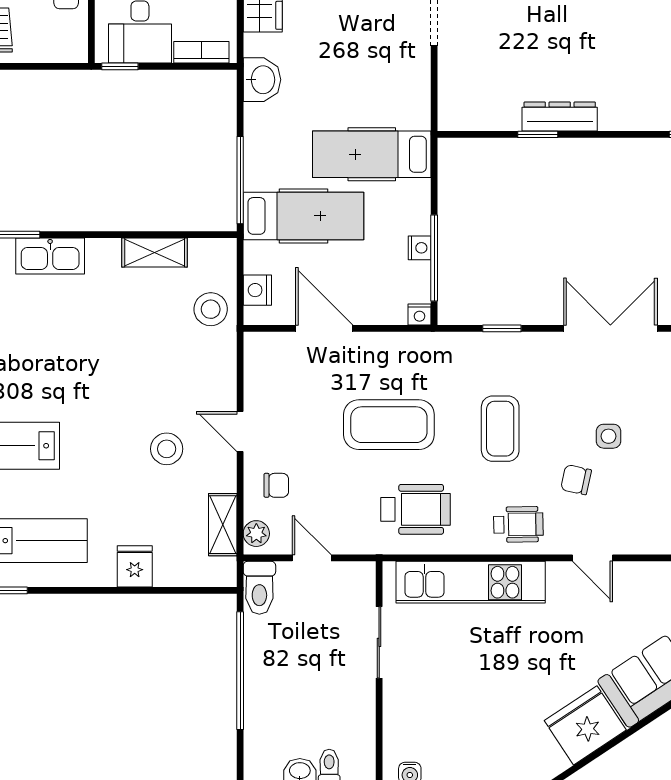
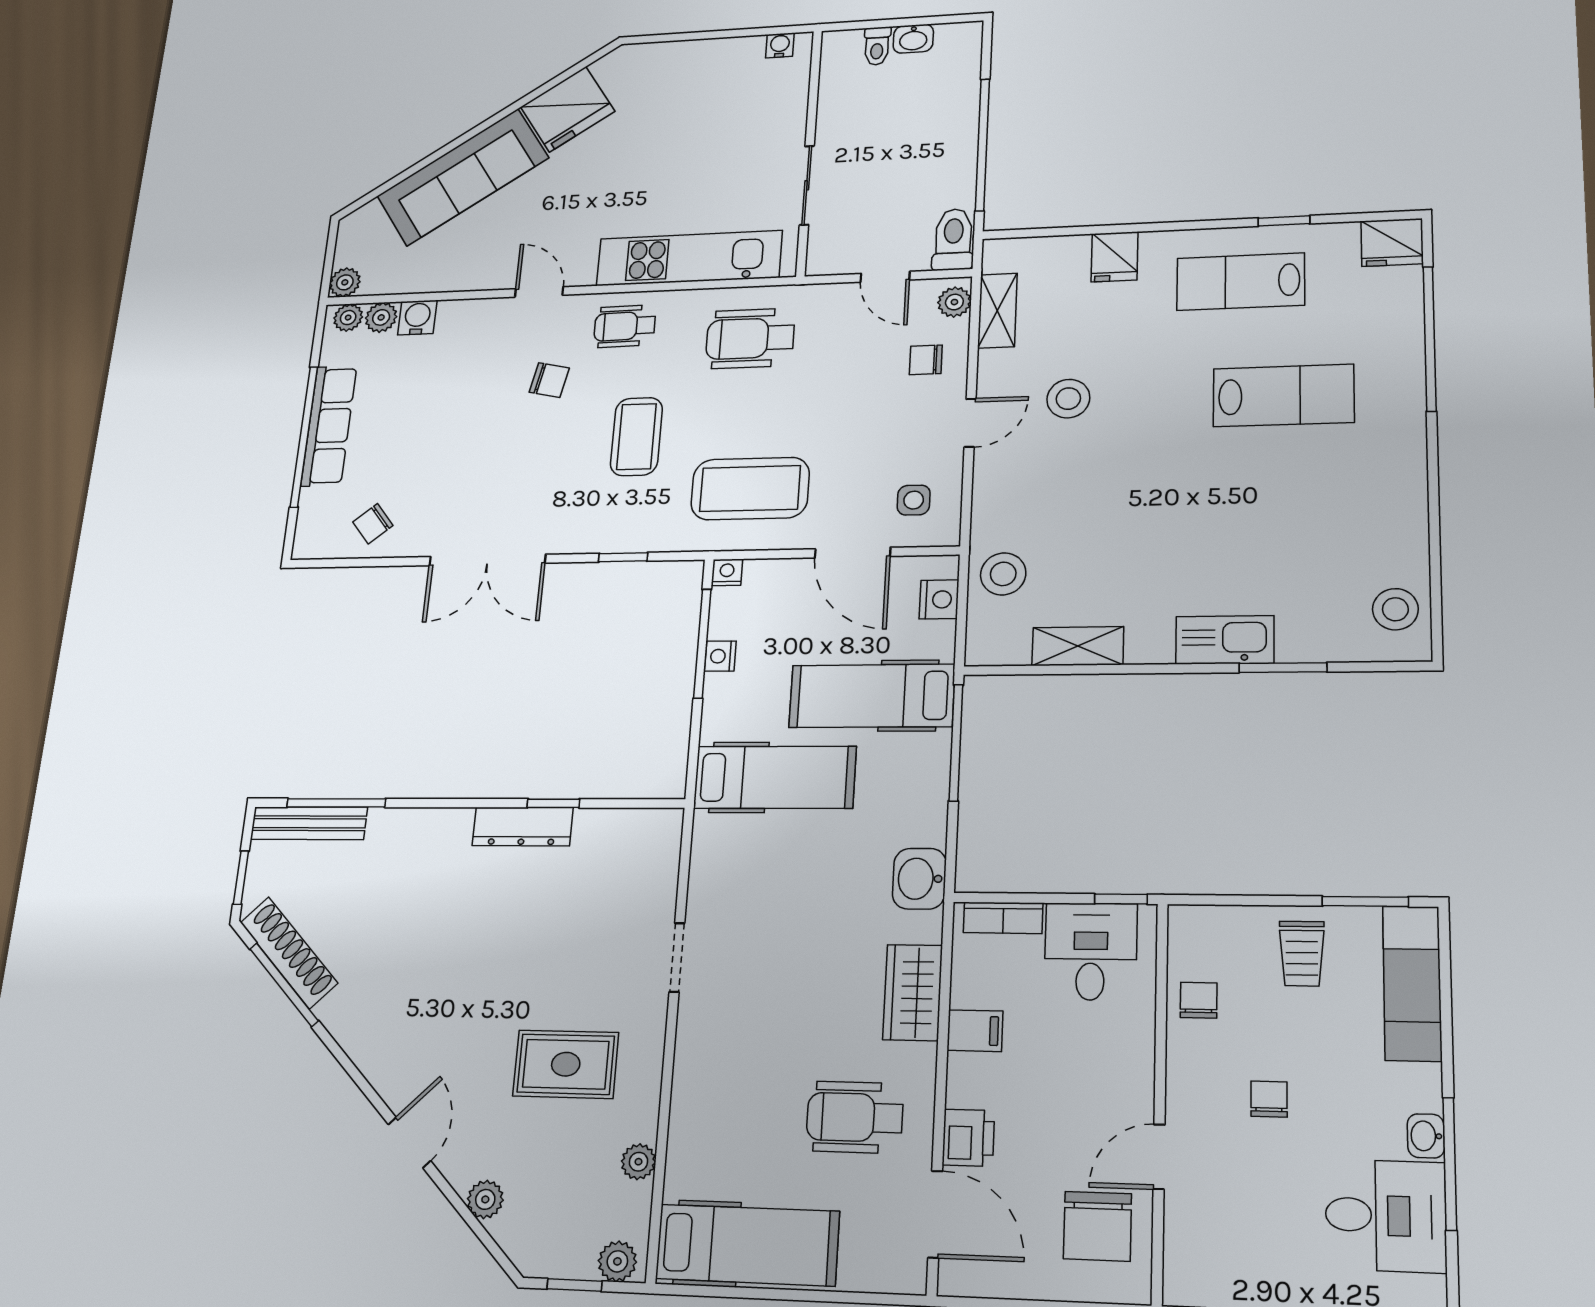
coffee table: (389, 425) -> (750, 489), moved
door: (240, 431) -> (970, 423), hinge flipped
side table: (609, 436) -> (914, 500), moved

